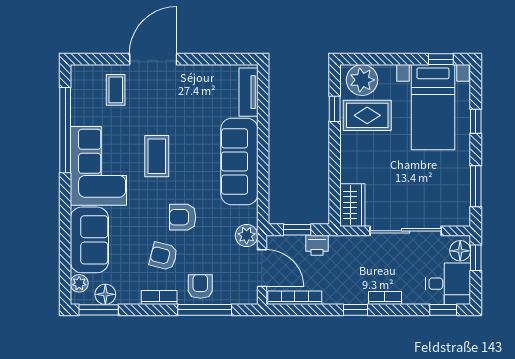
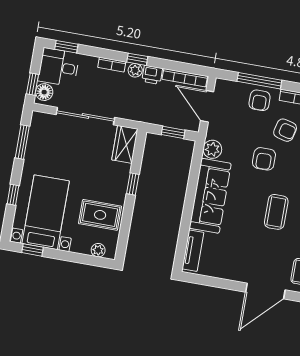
plant: (362, 80) -> (98, 250), width x0.53, depth x0.53
window: (335, 109) -> (133, 184), moved
armchair: (183, 217) -> (264, 159), turned 90
plant: (247, 236) -> (212, 149), moved
printer: (317, 245) -> (152, 75), moved, turned 180
plant: (356, 296) -> (135, 70), added

